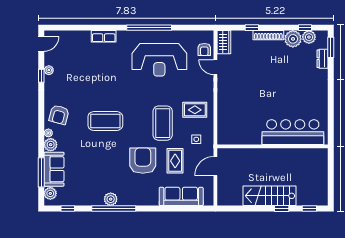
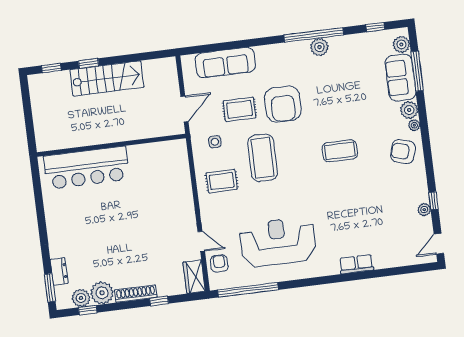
window: (149, 28) -> (248, 290), moved
armchair: (59, 115) -> (403, 152), turned -89
coffee table: (105, 121) -> (340, 151), width x0.73, depth x0.76
rug: (175, 161) -> (240, 109), turned 90

